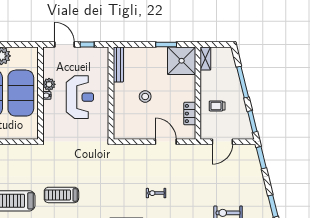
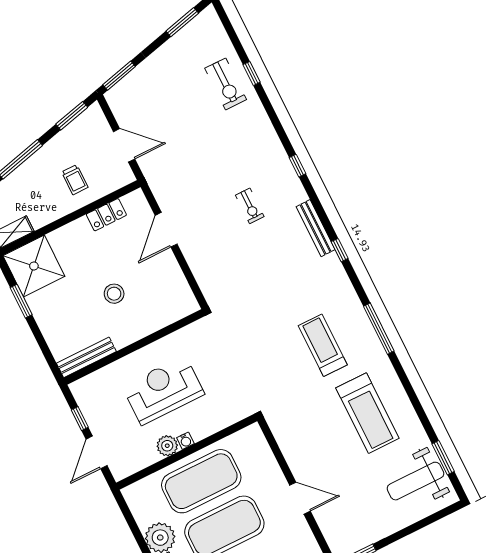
treadmill: (61, 195) -> (323, 345), turned 180

